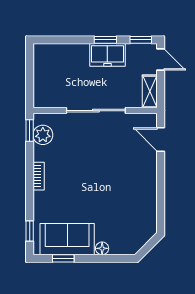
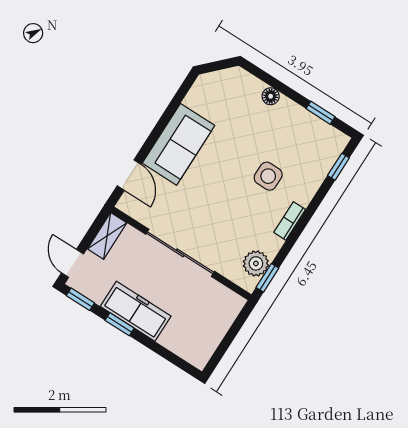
freezer: (107, 55) -> (136, 311), width x1.40
side table: (71, 196) -> (268, 176), added
sofa: (67, 239) -> (178, 144), moved, turned -90

